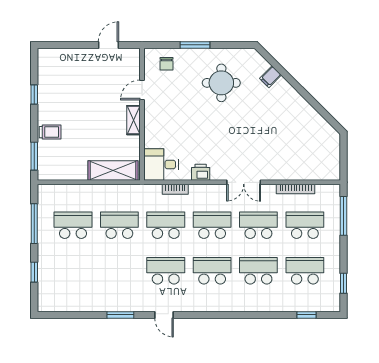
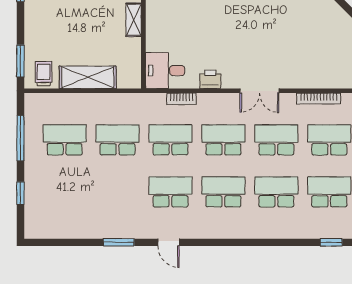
trolley: (50, 132) -> (44, 74), moved, turned -90
shelving: (113, 170) -> (88, 77), moved

